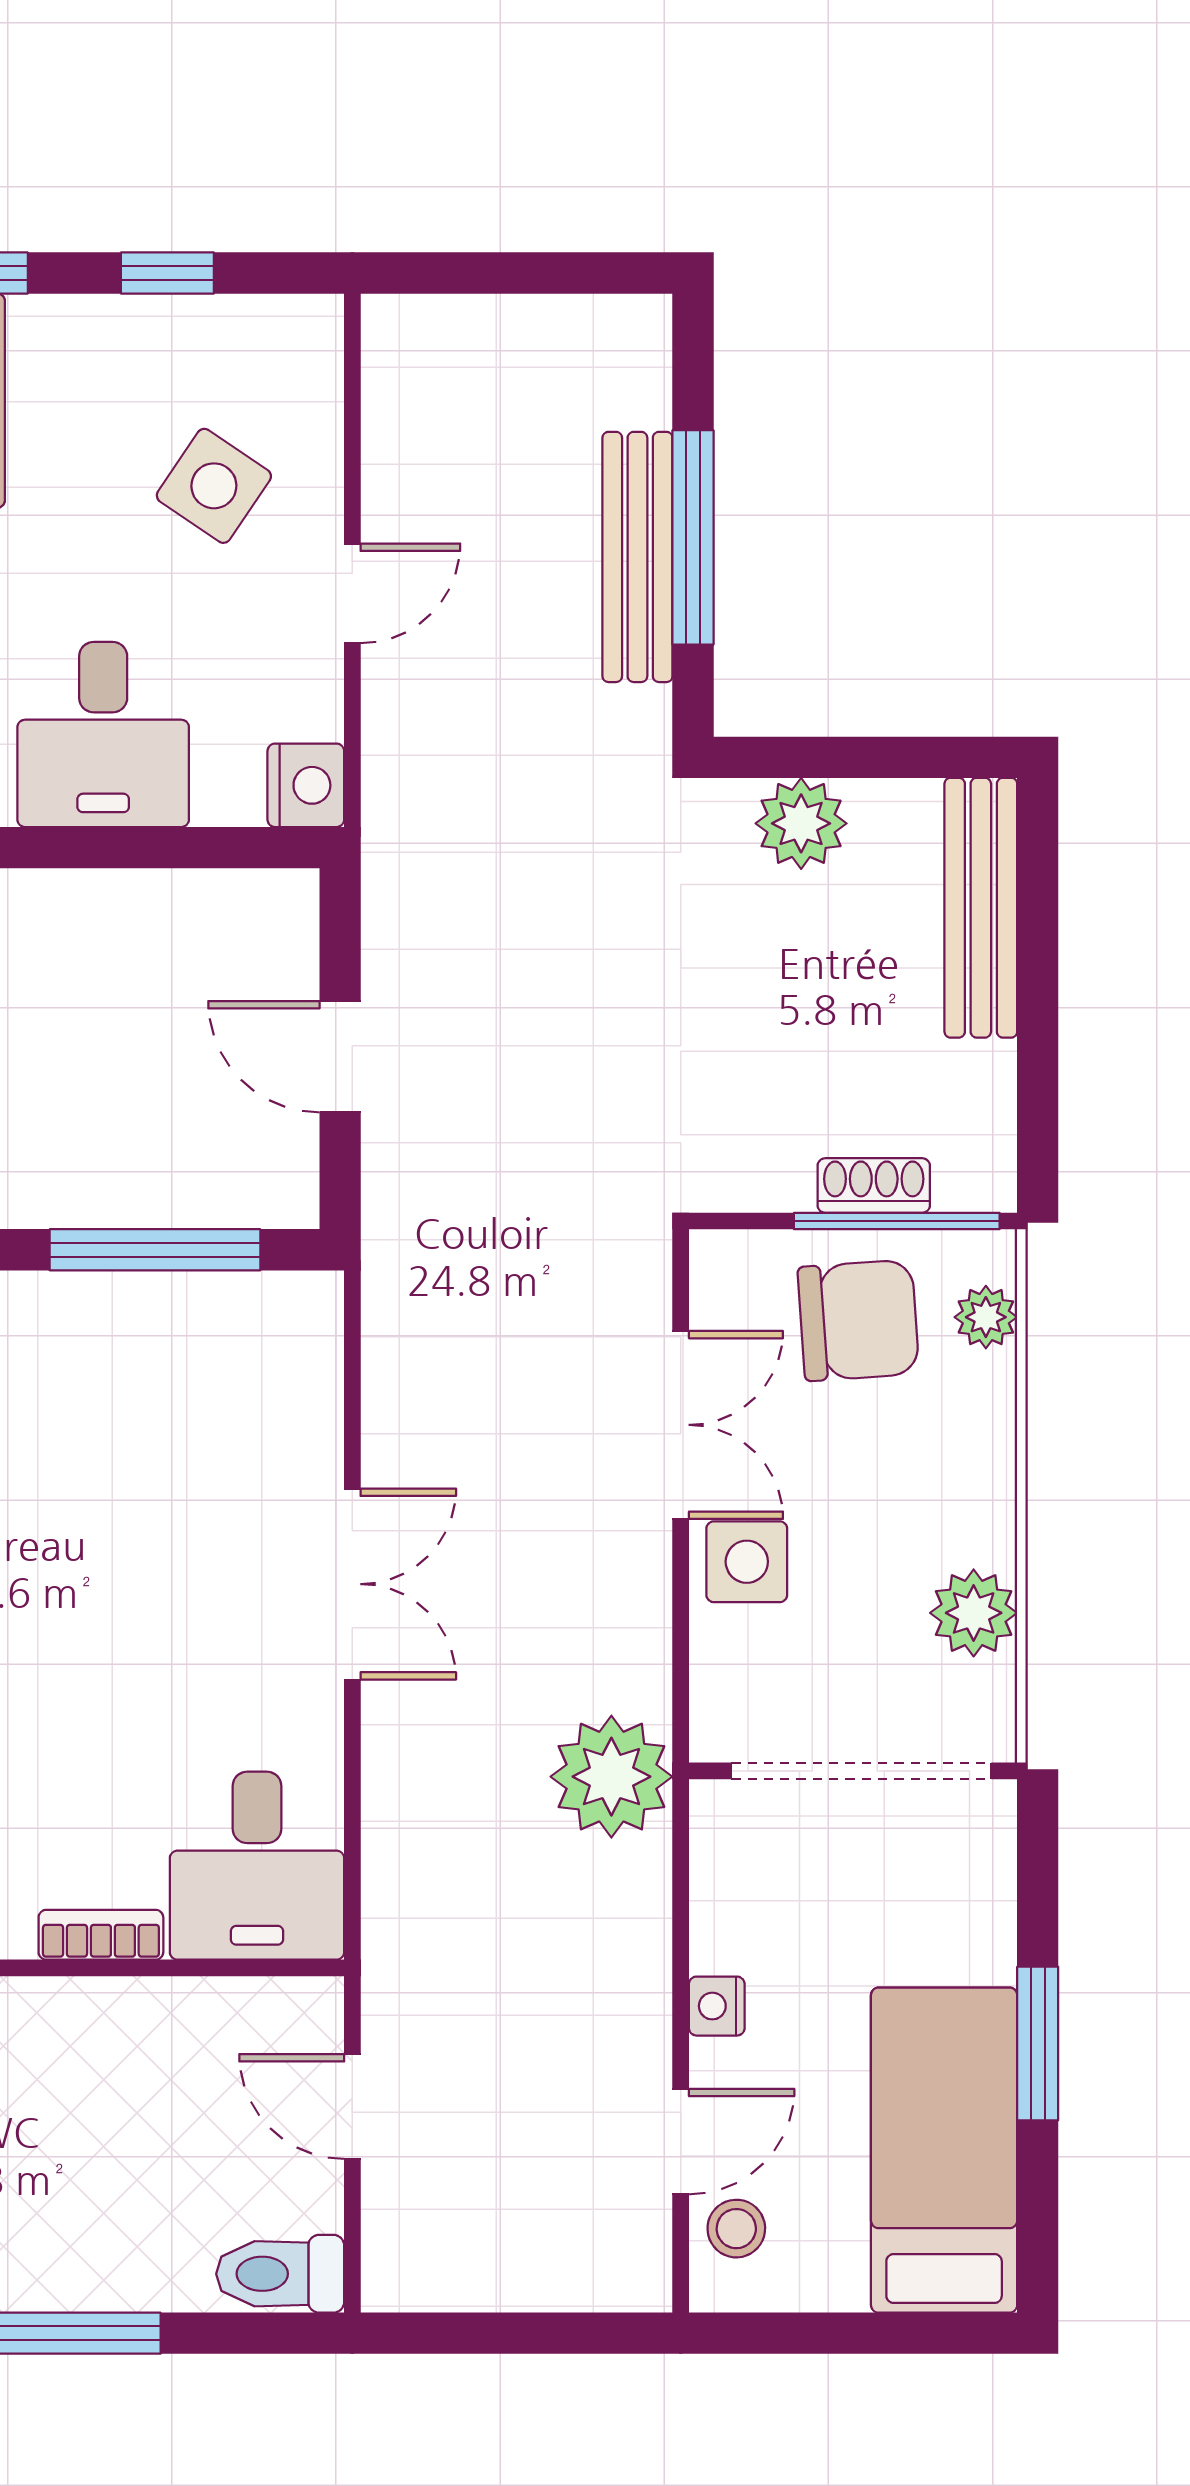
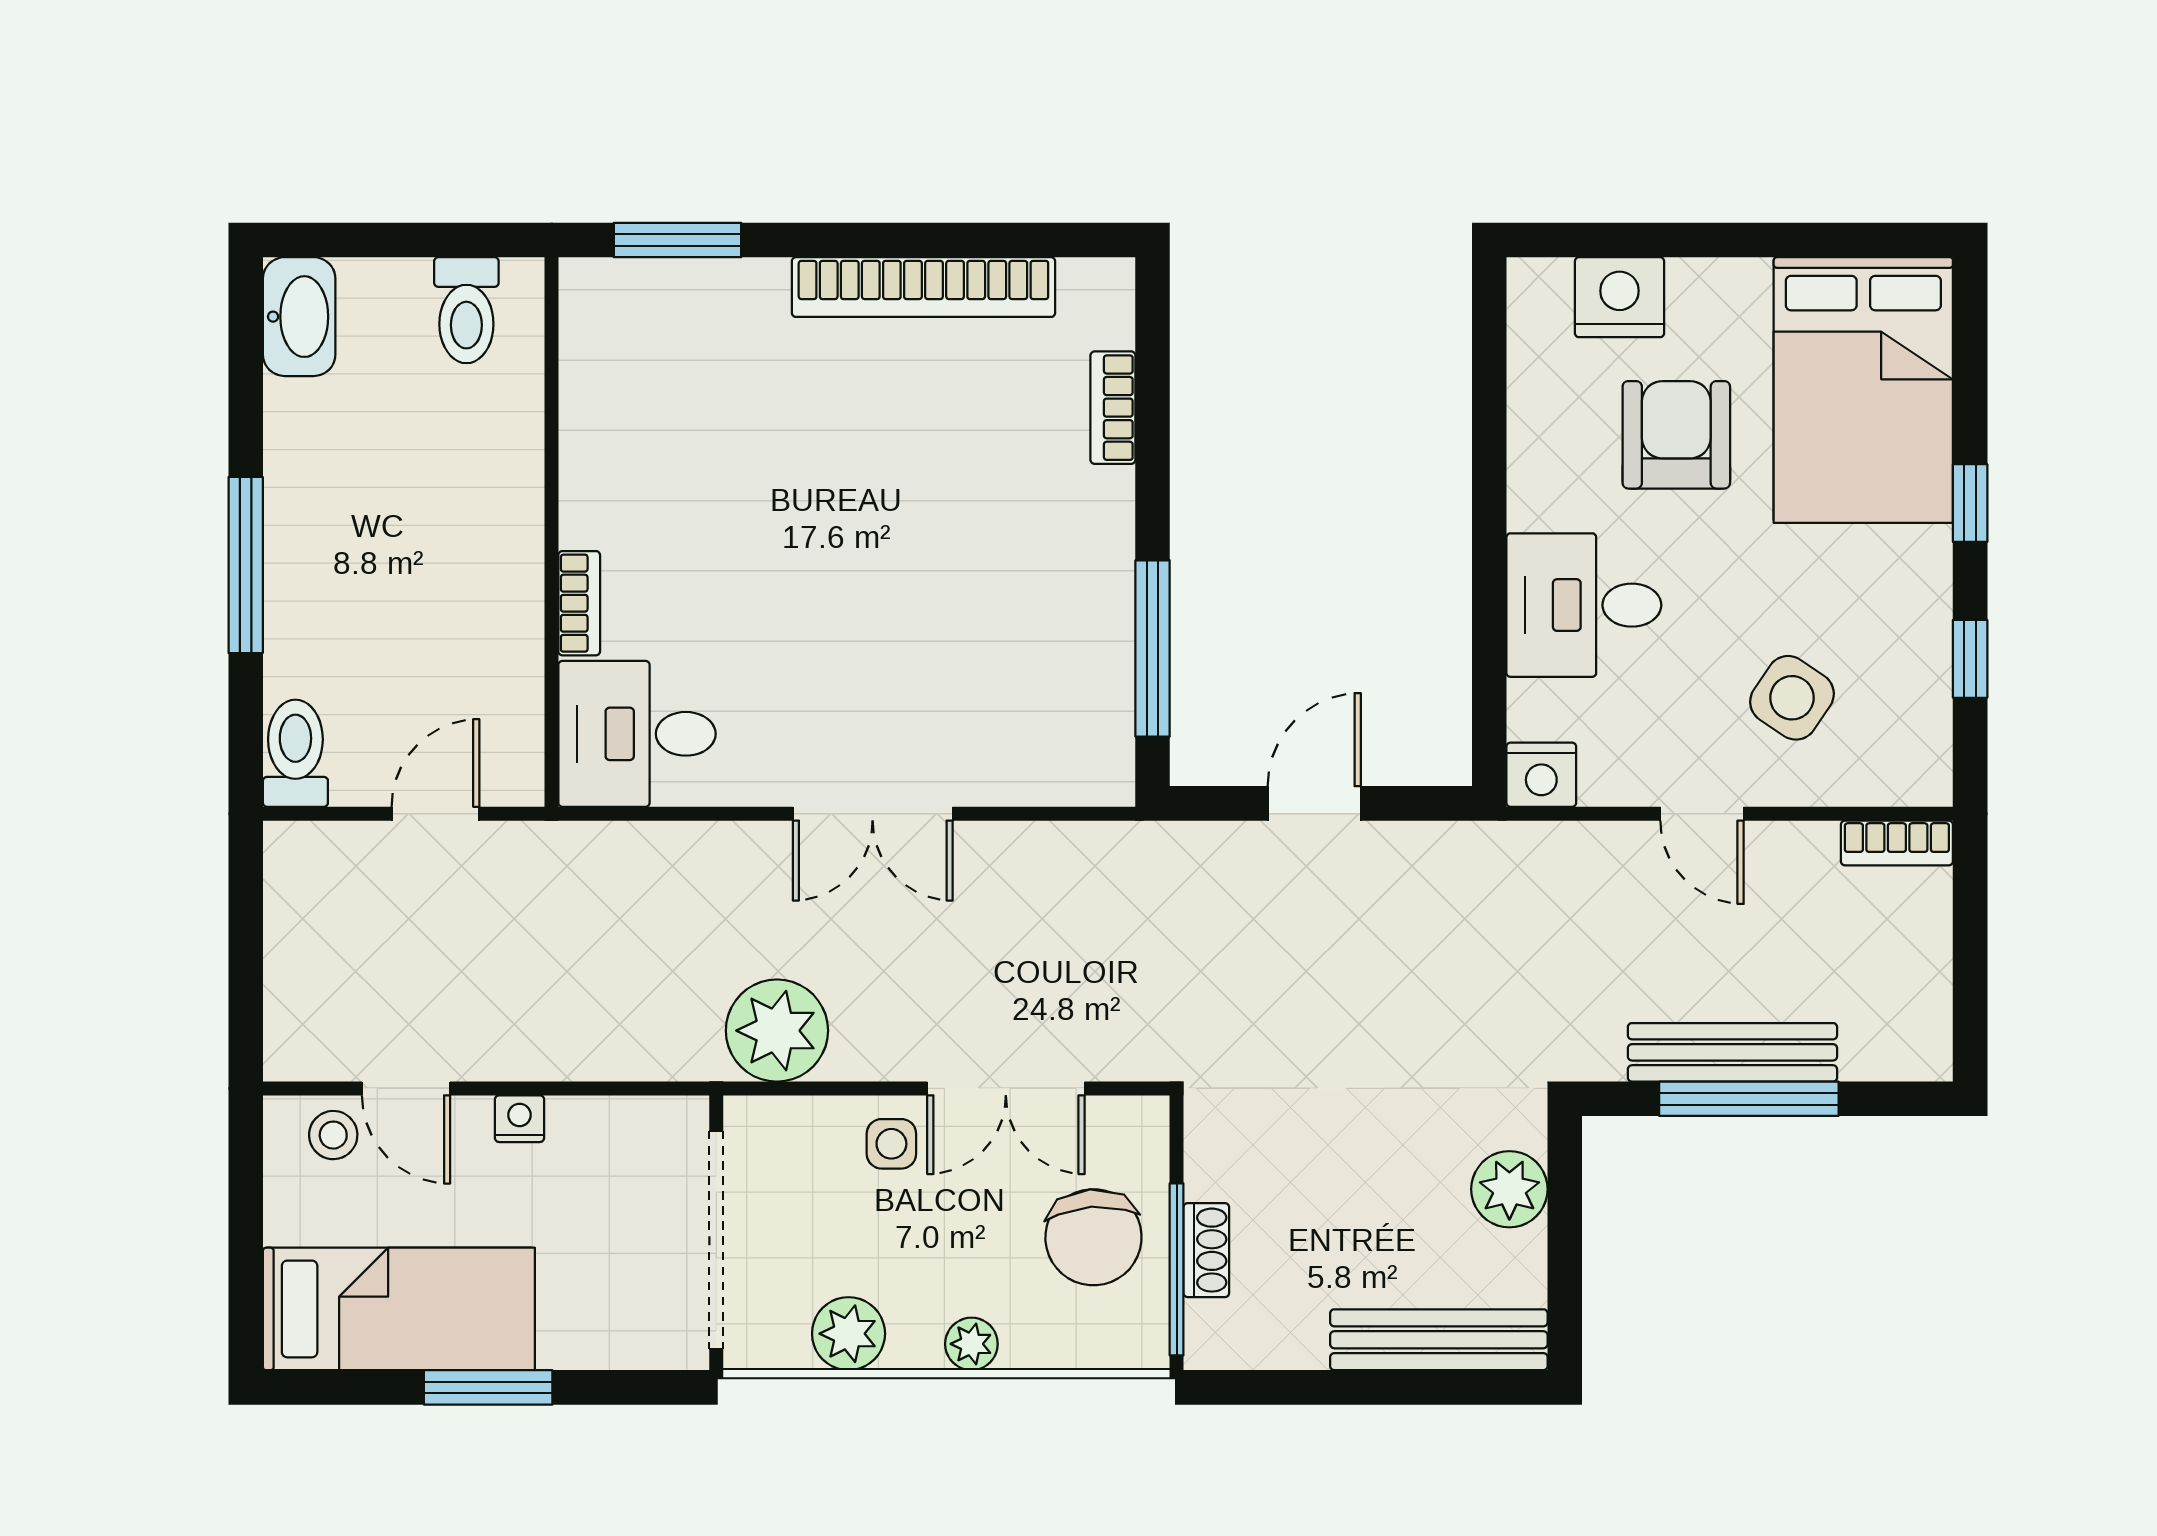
bookcase: (387, 361) -> (1897, 843), added
plant: (986, 1317) -> (971, 1344), moved
side table: (747, 1562) -> (891, 1144), width x0.73, depth x0.73
plant: (611, 1777) -> (777, 1031), moved

